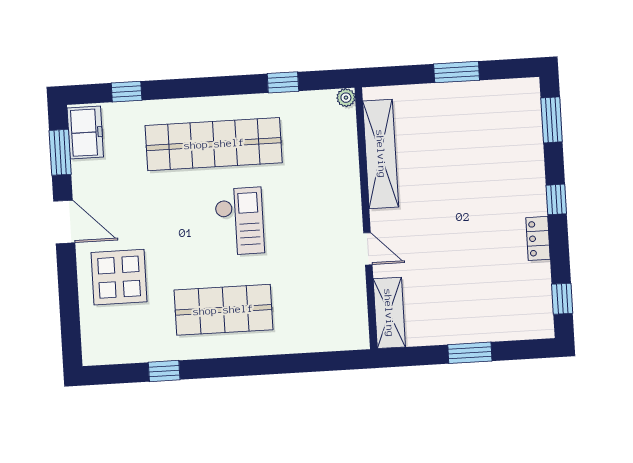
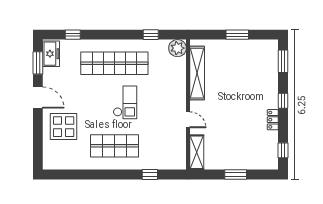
plant: (346, 98) -> (177, 48), width x1.88, depth x1.88
window: (164, 371) -> (150, 174), moved

